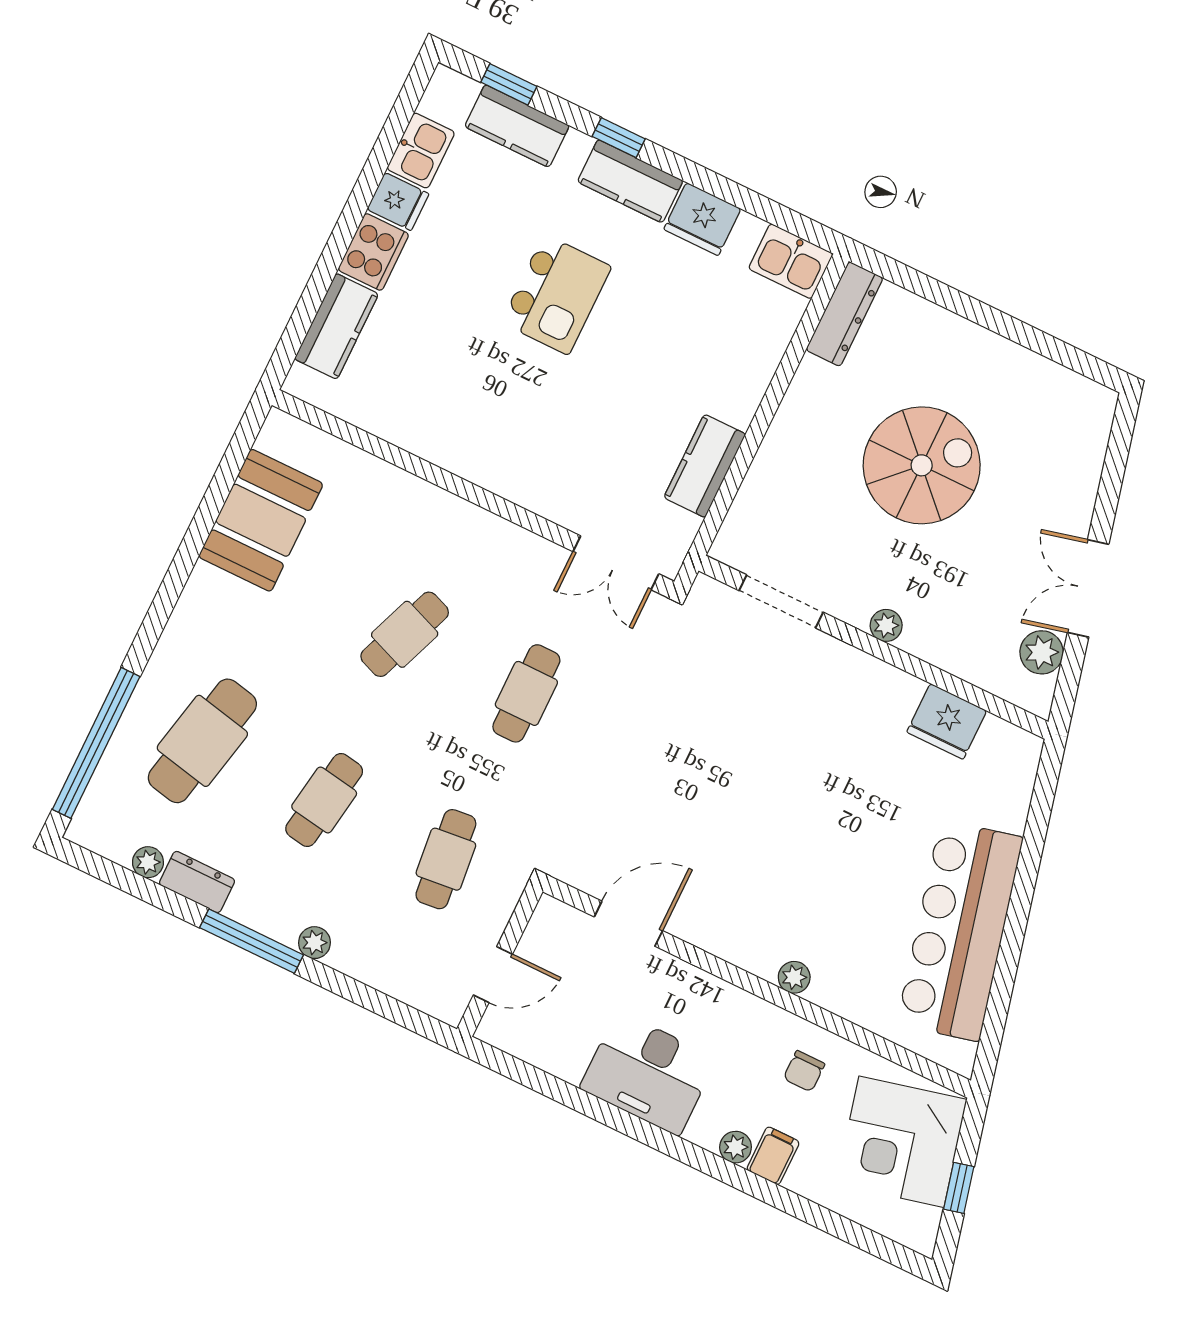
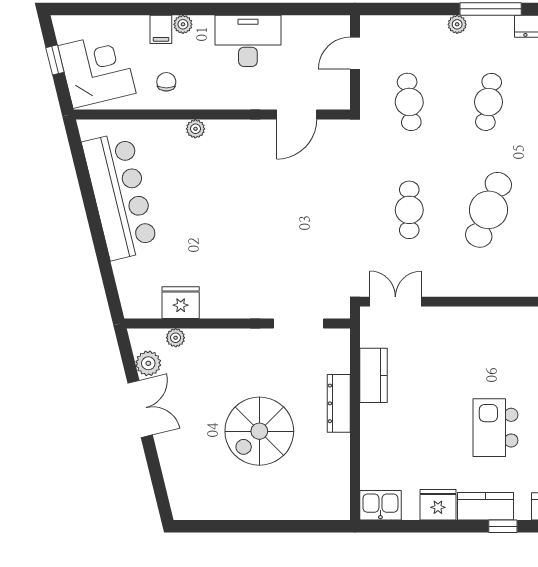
dresser: (844, 314) -> (339, 403), moved
plant: (886, 625) -> (176, 338), moved
cafe table: (405, 634) -> (489, 210), width x1.37, depth x1.35

